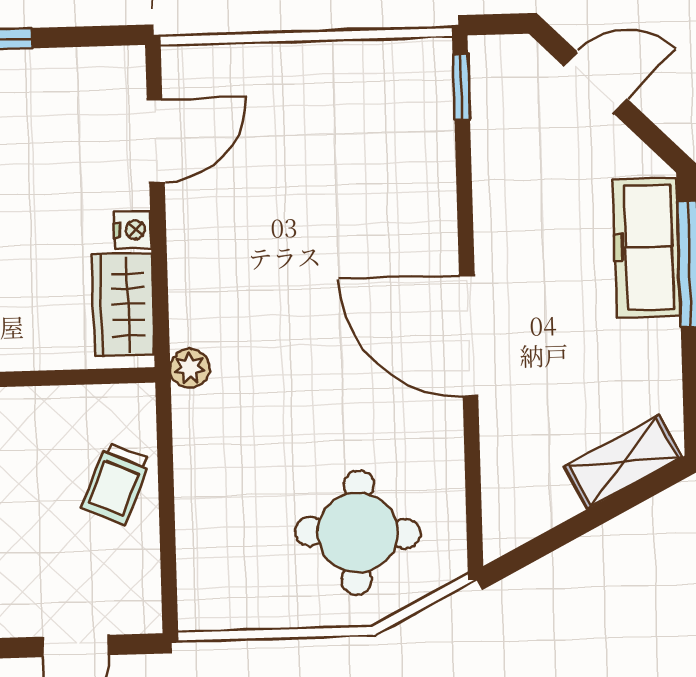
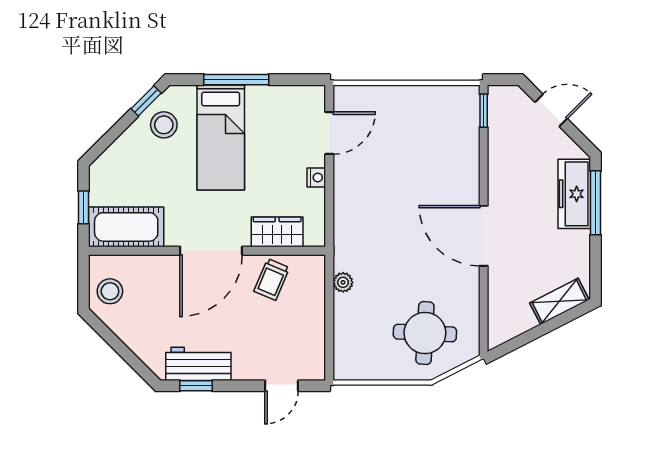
wardrobe: (123, 305) -> (277, 232), moved, turned 90
plant: (190, 368) -> (343, 282), moved
trolley: (116, 484) -> (272, 279), moved

